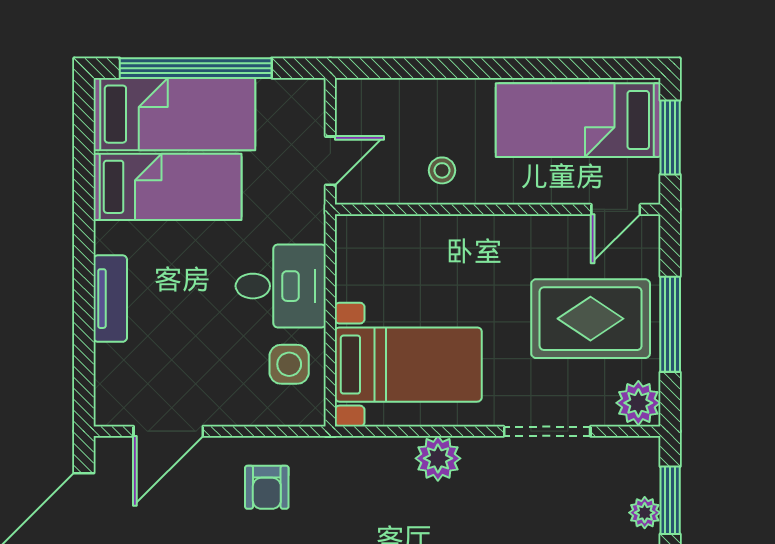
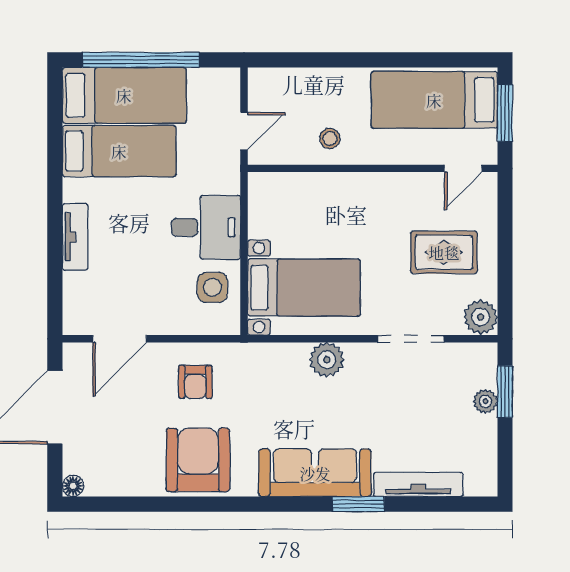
rug: (591, 319) -> (444, 252), width x0.73, depth x0.70
window: (670, 324) -> (505, 257), removed

